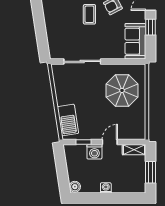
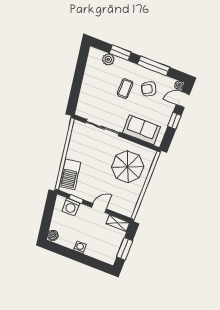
sofa: (135, 41) -> (141, 130), moved, turned 90
washing machine: (94, 152) -> (71, 207), moved

